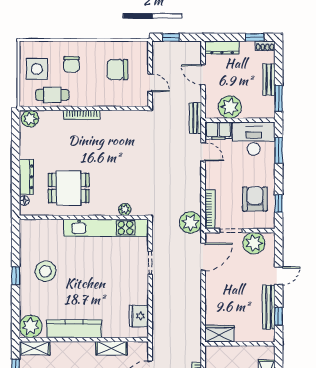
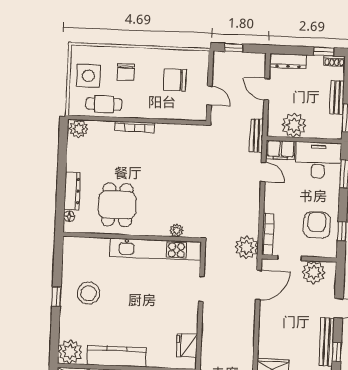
dining table: (69, 188) -> (117, 205), turned 90

